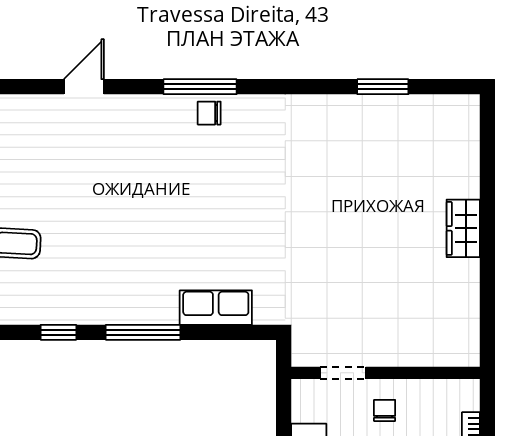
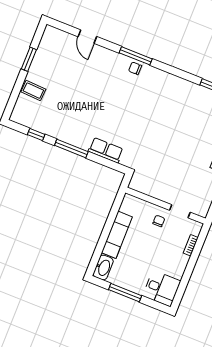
door: (84, 87) -> (87, 37), swing flipped
doorway: (343, 373) -> (180, 211), moved

